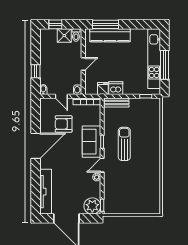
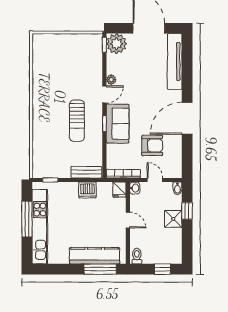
shower: (64, 35) -> (173, 219), moved
door: (83, 64) -> (128, 220), swing flipped
fridge: (103, 88) -> (119, 190), moved

